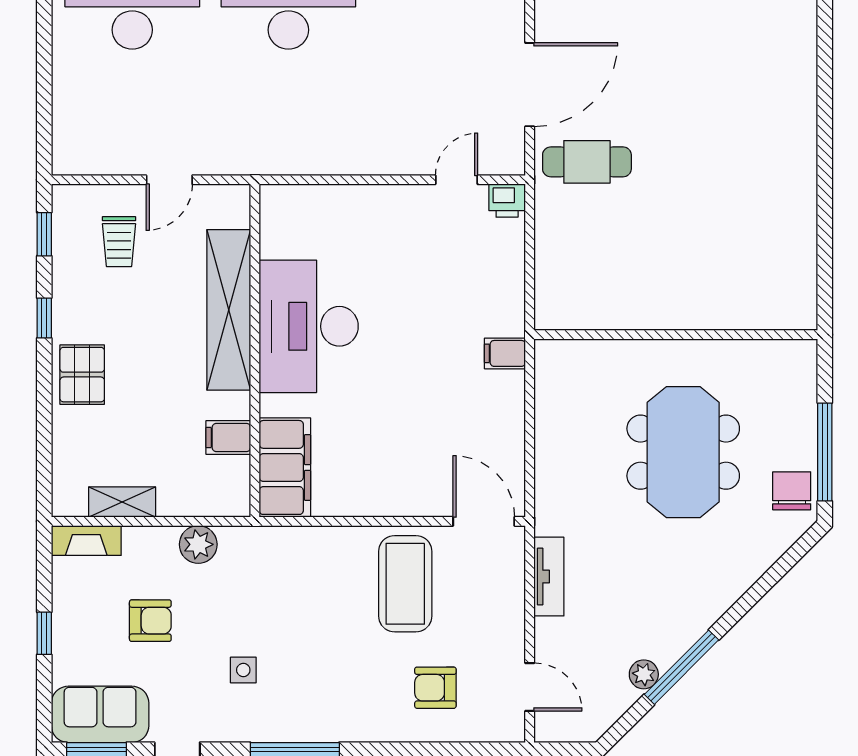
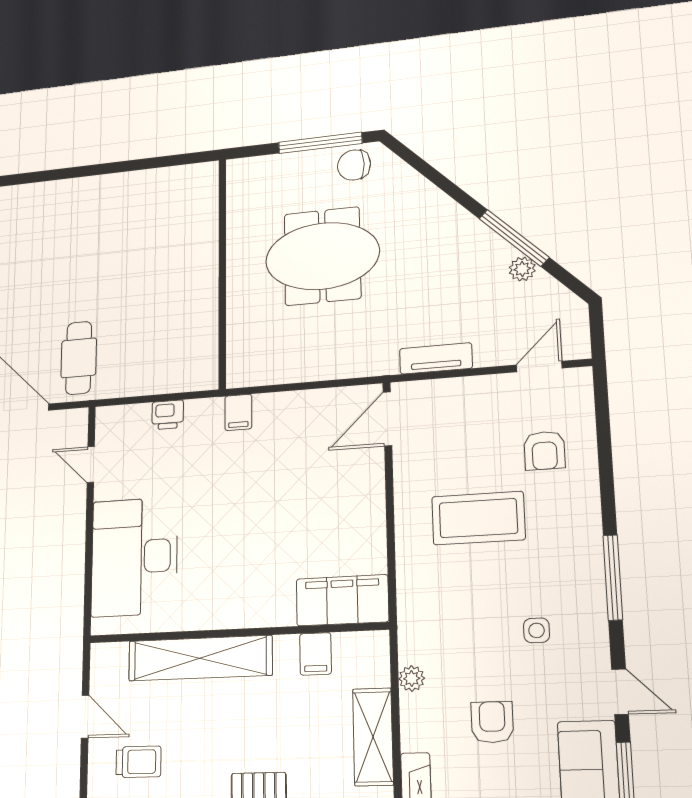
printer: (507, 201) -> (168, 415), moved, turned 90
desk: (309, 326) -> (134, 557), moved, turned 90
shelving: (122, 502) -> (373, 737), width x1.50, depth x1.33
plant: (198, 544) -> (412, 679), width x0.73, depth x0.73
coffee table: (405, 584) -> (478, 518), moved

